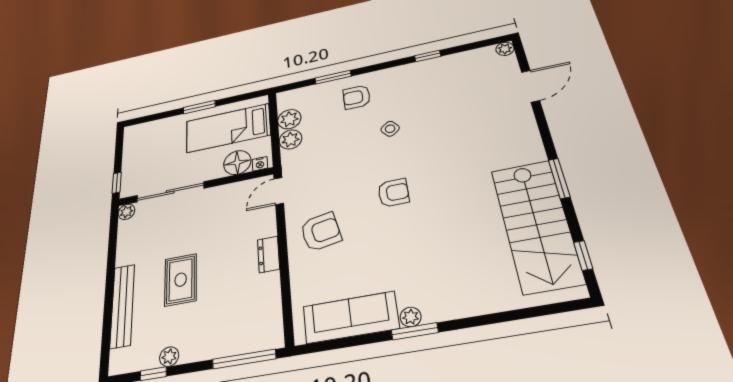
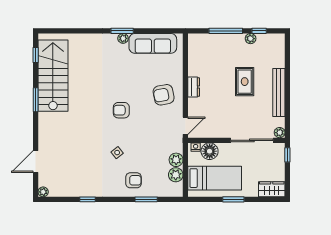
wardrobe: (142, 132) -> (272, 189), added
bench: (122, 306) -> (279, 93), moved
window: (244, 359) -> (226, 31), moved

